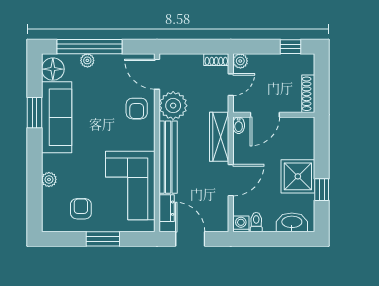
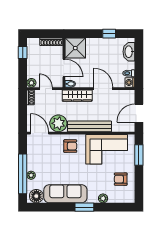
door: (157, 74) -> (39, 133), swing flipped
armchair: (137, 109) -> (70, 146), moved
window: (35, 113) -> (84, 207), moved
shower: (298, 176) -> (75, 48), moved
dresser: (167, 208) -> (120, 127), removed
window: (103, 239) -> (139, 155), moved

